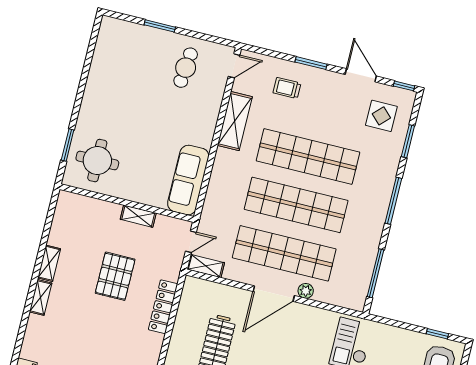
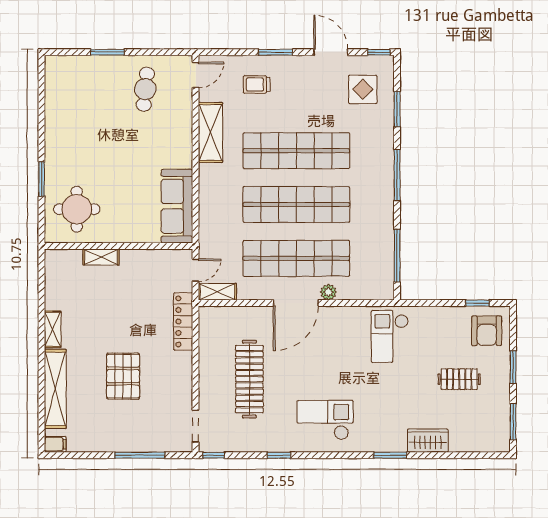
window: (68, 145) -> (42, 179), moved
shelving: (138, 216) -> (101, 257), moved
pallet: (115, 276) -> (123, 376), moved
shelving: (41, 297) -> (55, 389), width x2.20, depth x1.33
locker: (163, 307) -> (183, 321), moved

